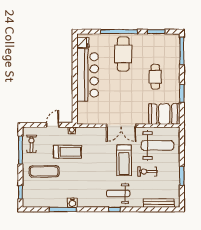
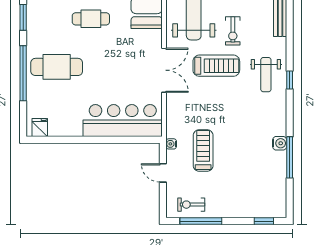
bar counter: (87, 75) -> (123, 121), moved
exercise mat: (44, 171) -> (233, 186), removed

